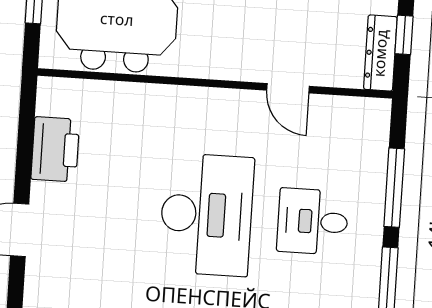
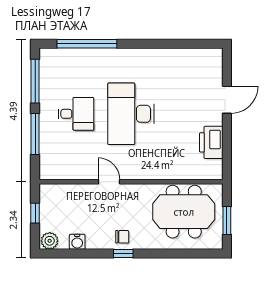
dresser: (380, 53) -> (47, 203), removed
door: (288, 88) -> (109, 182), moved

